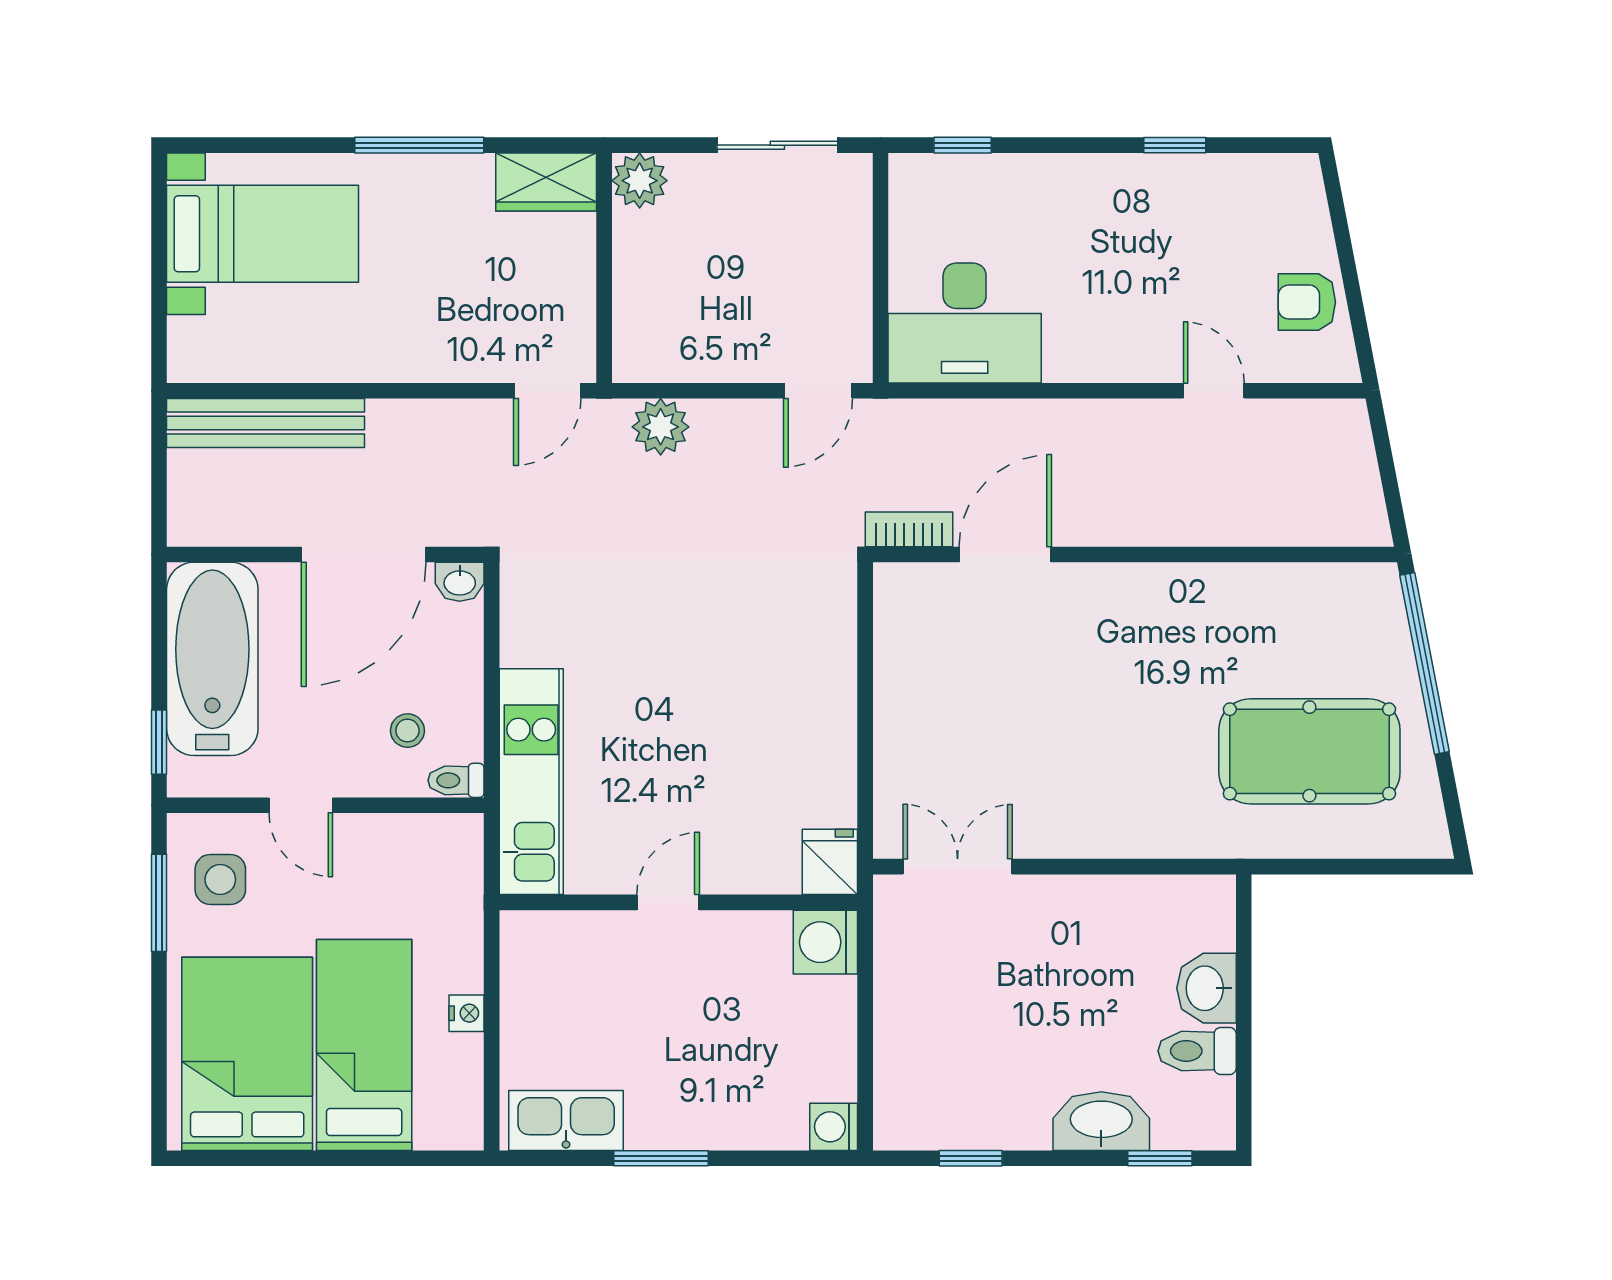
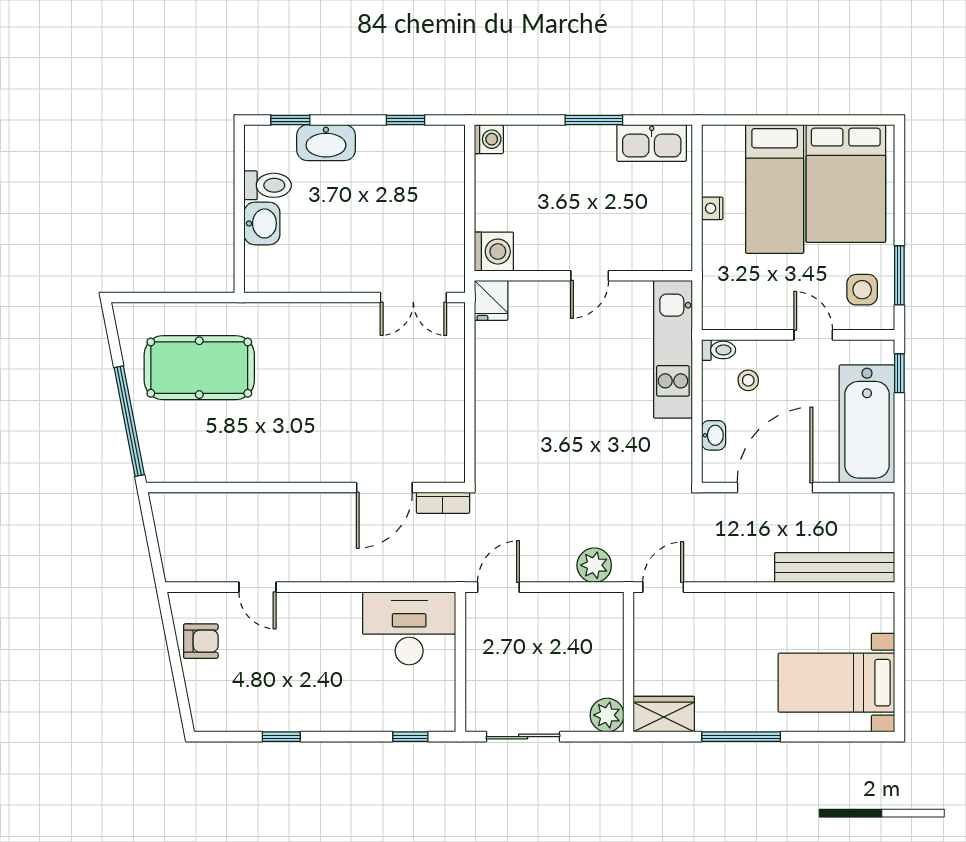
washbasin: (460, 582) -> (714, 435), moved, turned 90

